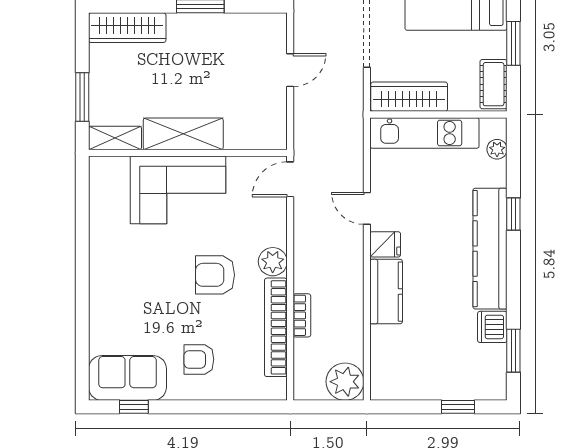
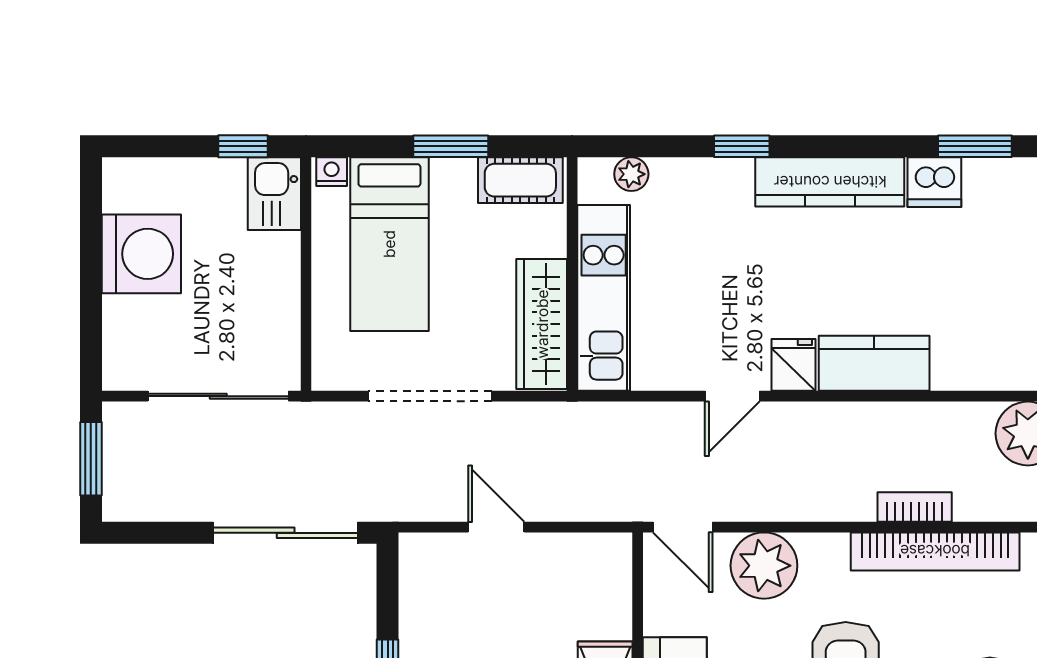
kitchen counter: (490, 249) -> (830, 182), width x0.72, depth x0.86
plant: (273, 262) -> (764, 566), moved, width x1.36, depth x1.36

